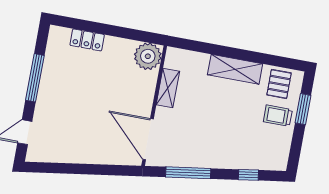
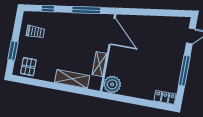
locker: (87, 40) -> (165, 97), moved
shelving: (235, 69) -> (72, 79), moved
trolley: (278, 116) -> (35, 32), moved

